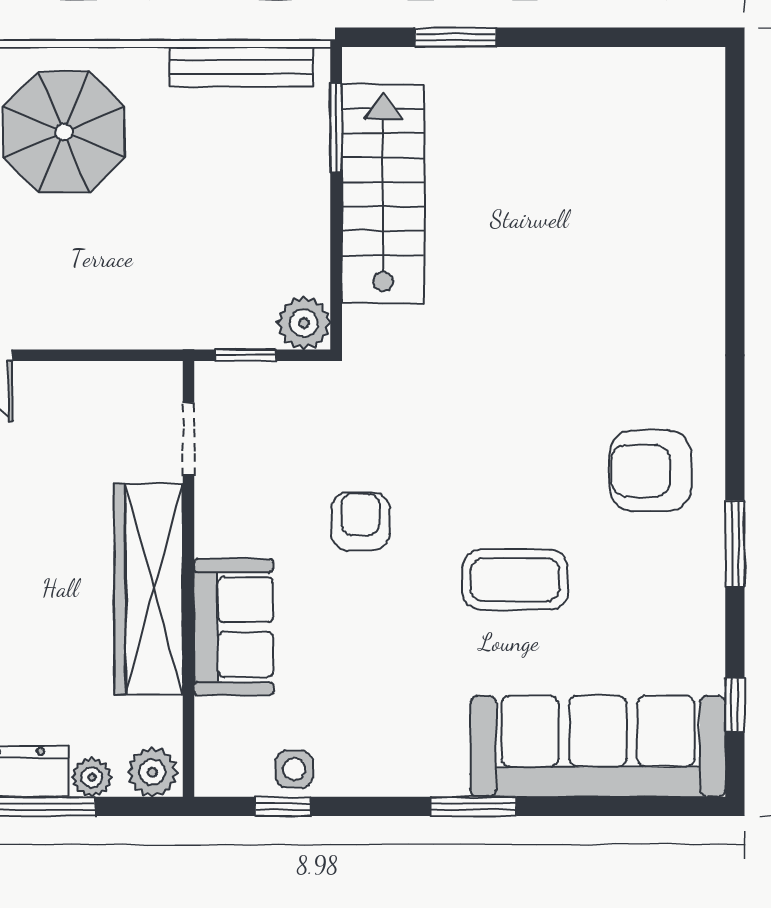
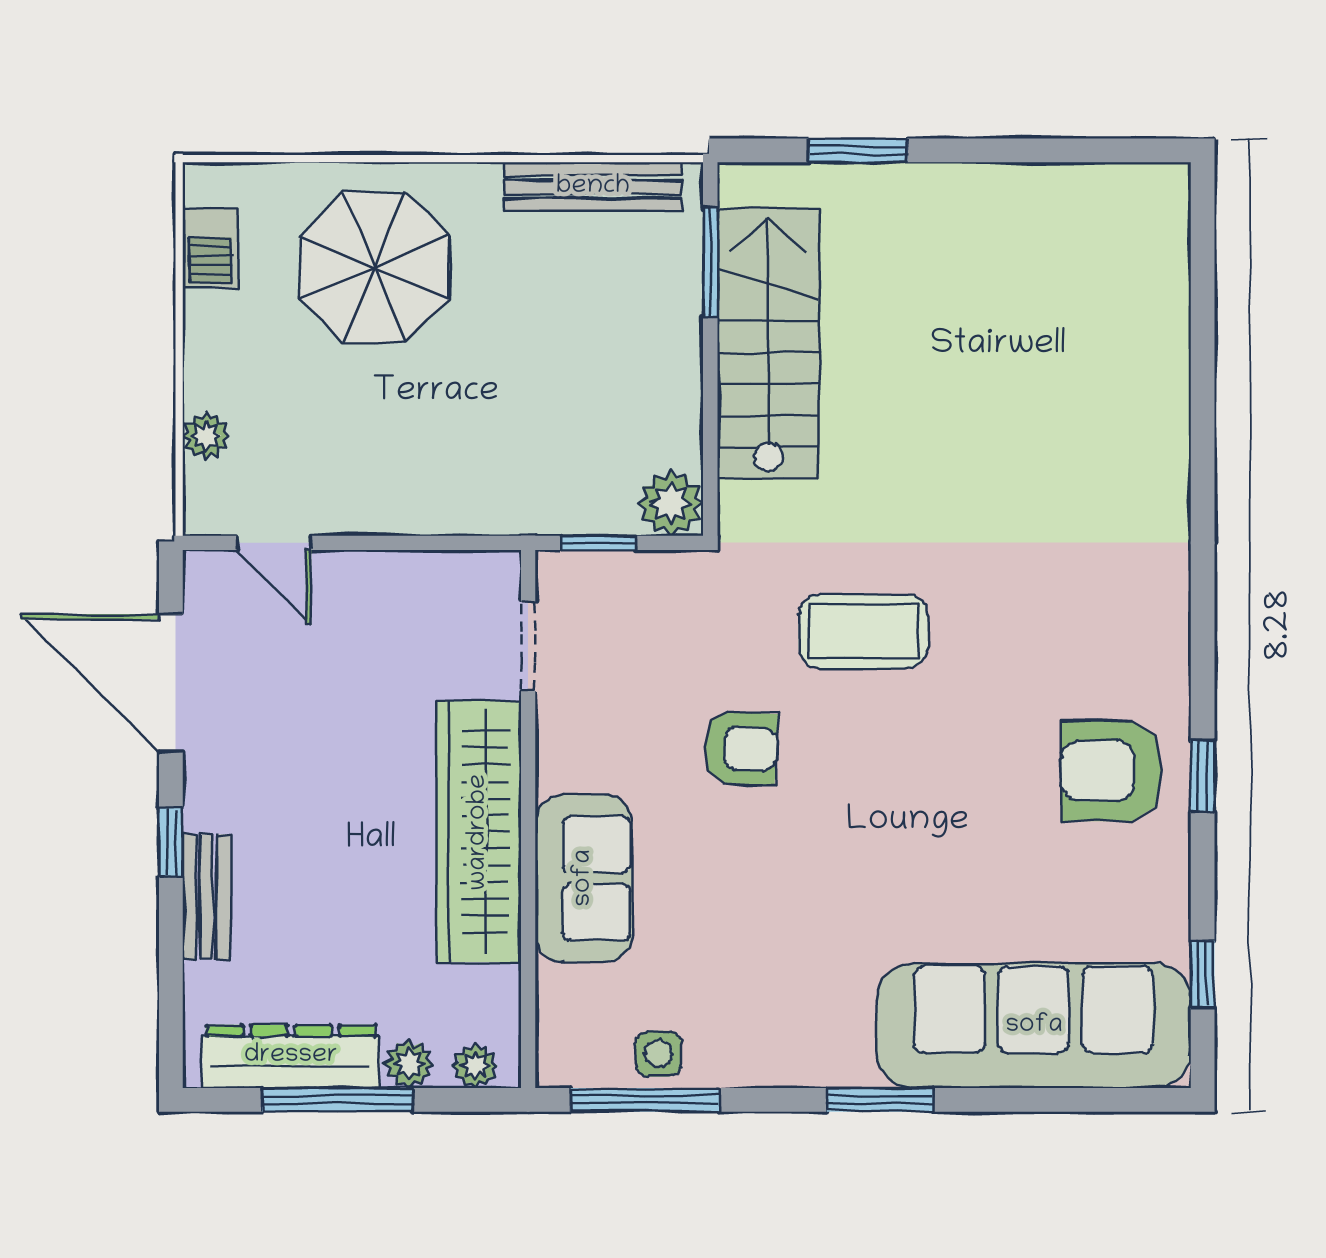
armchair: (650, 471) -> (1112, 771), moved
armchair: (360, 521) -> (740, 748), turned 93
window: (735, 544) -> (1203, 776), width x0.67
coffee table: (515, 580) -> (863, 631), moved
plant: (152, 772) -> (475, 1066), width x0.73, depth x0.73
window: (283, 806) -> (645, 1100), width x2.17

